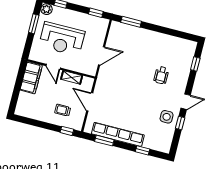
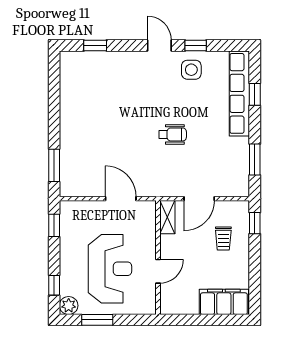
wheelchair: (161, 75) -> (173, 134), moved
shelving: (72, 77) -> (167, 217), moved
filing cabinet: (31, 78) -> (224, 302), moved
row of seats: (118, 134) -> (239, 93), moved

